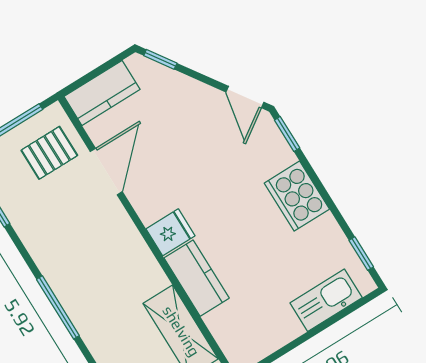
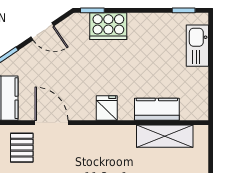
door: (245, 97) -> (42, 31), moved
cooker: (297, 196) -> (108, 26), moved
kitchen counter: (197, 278) -> (157, 109), moved

